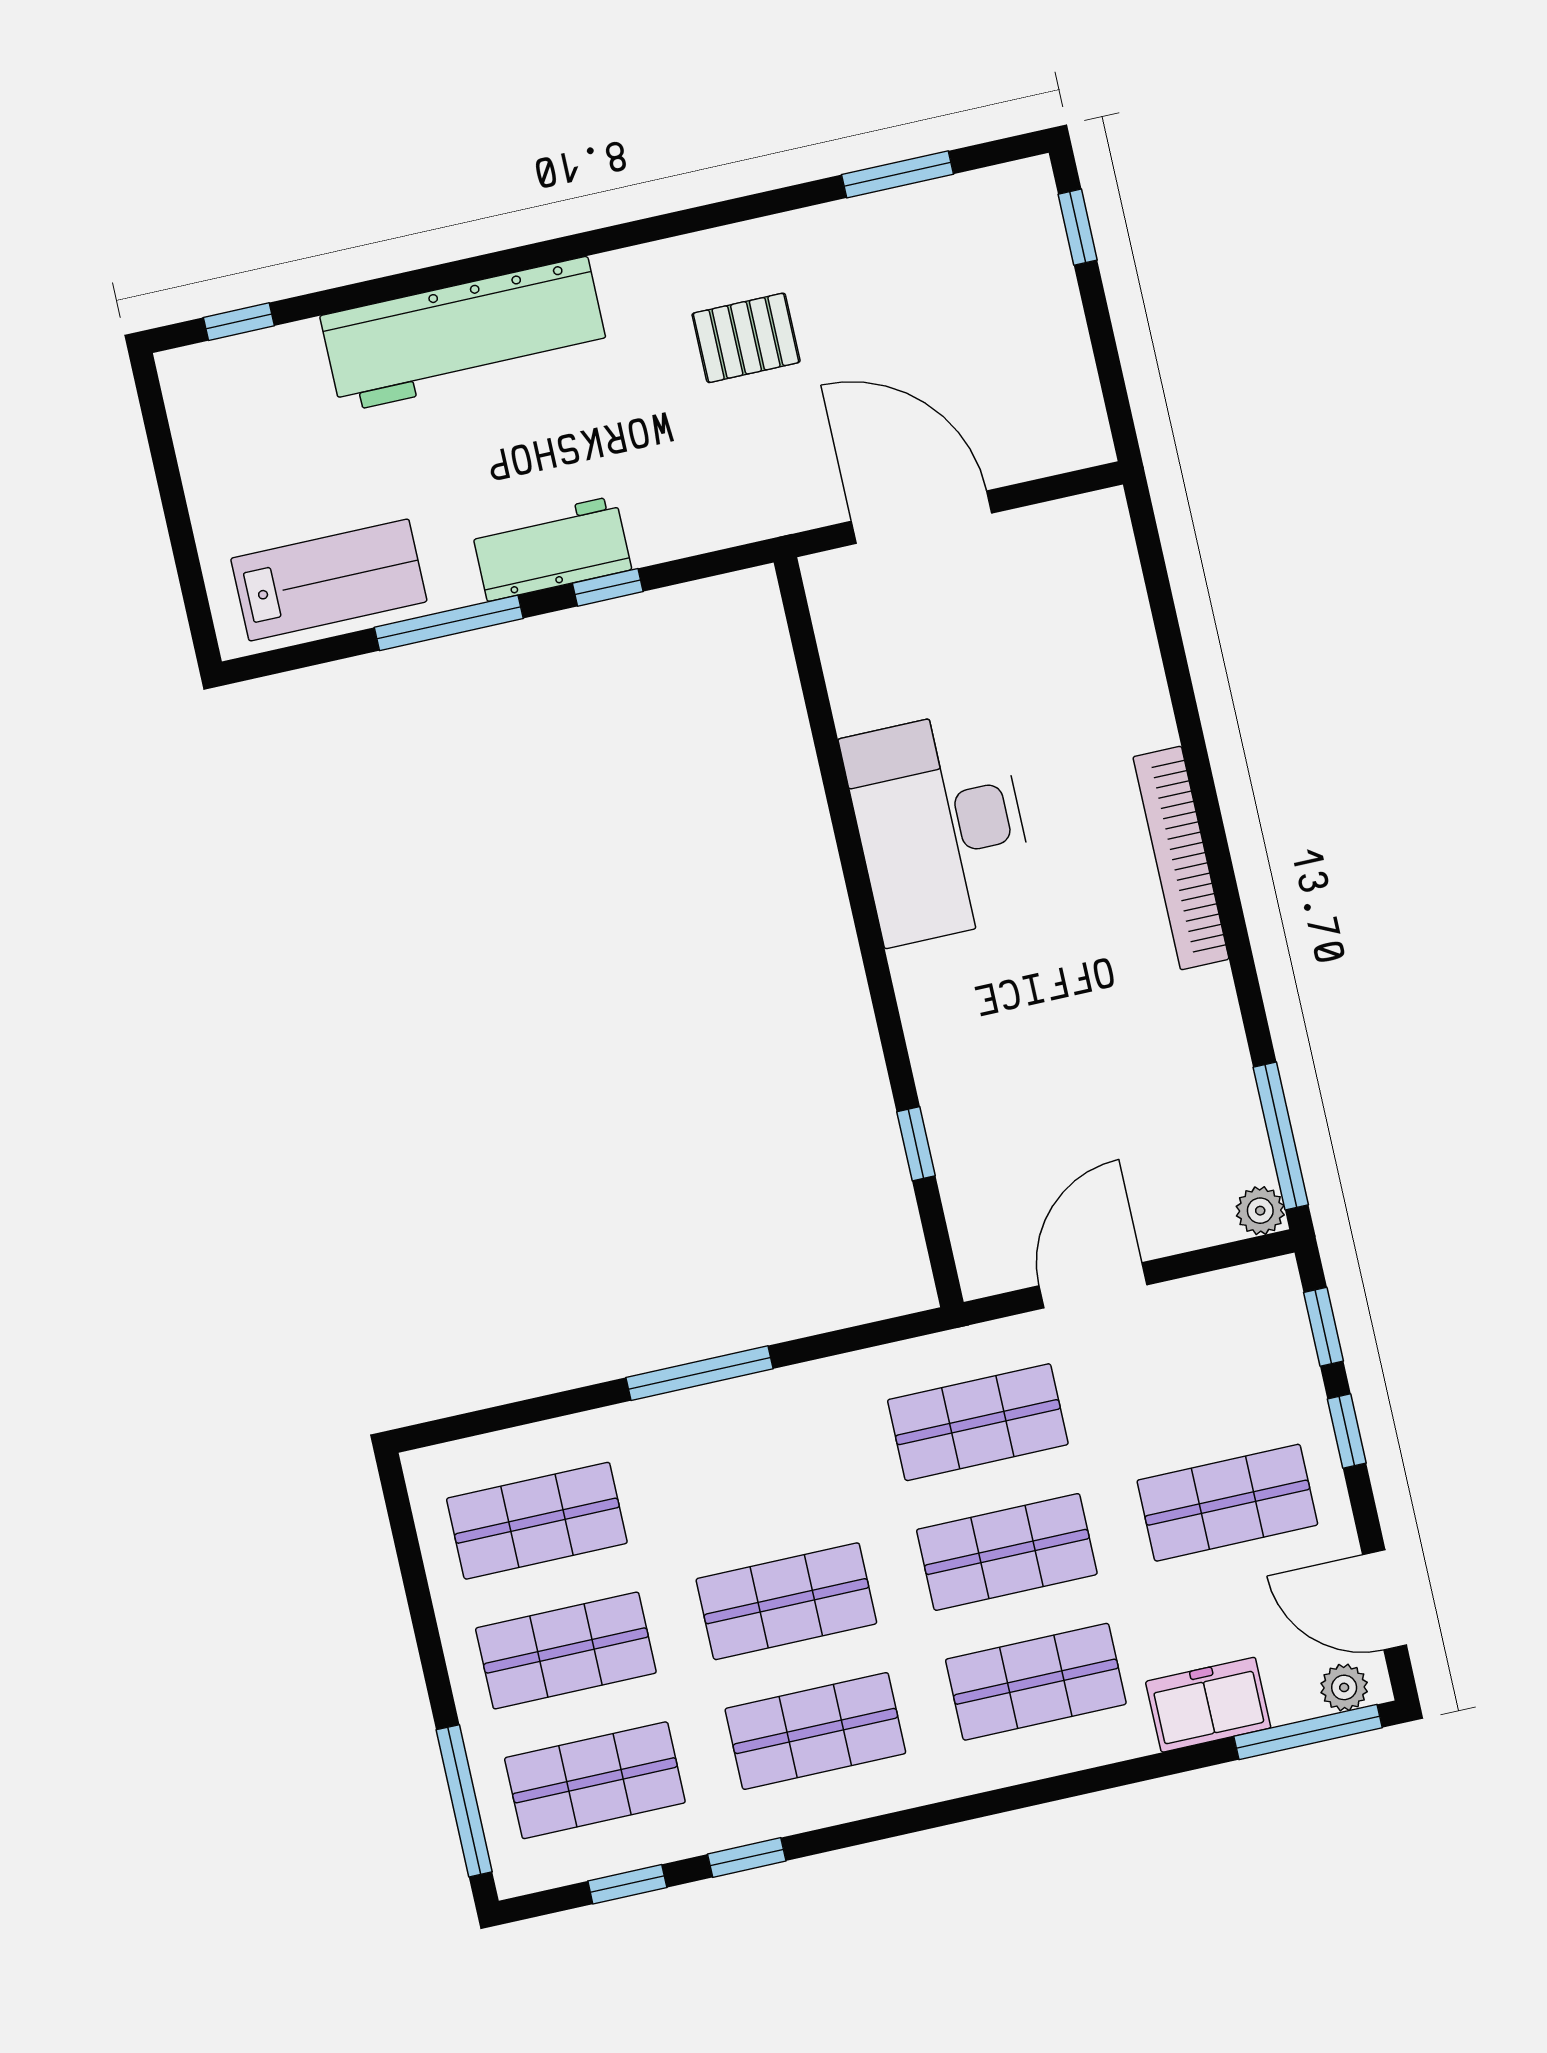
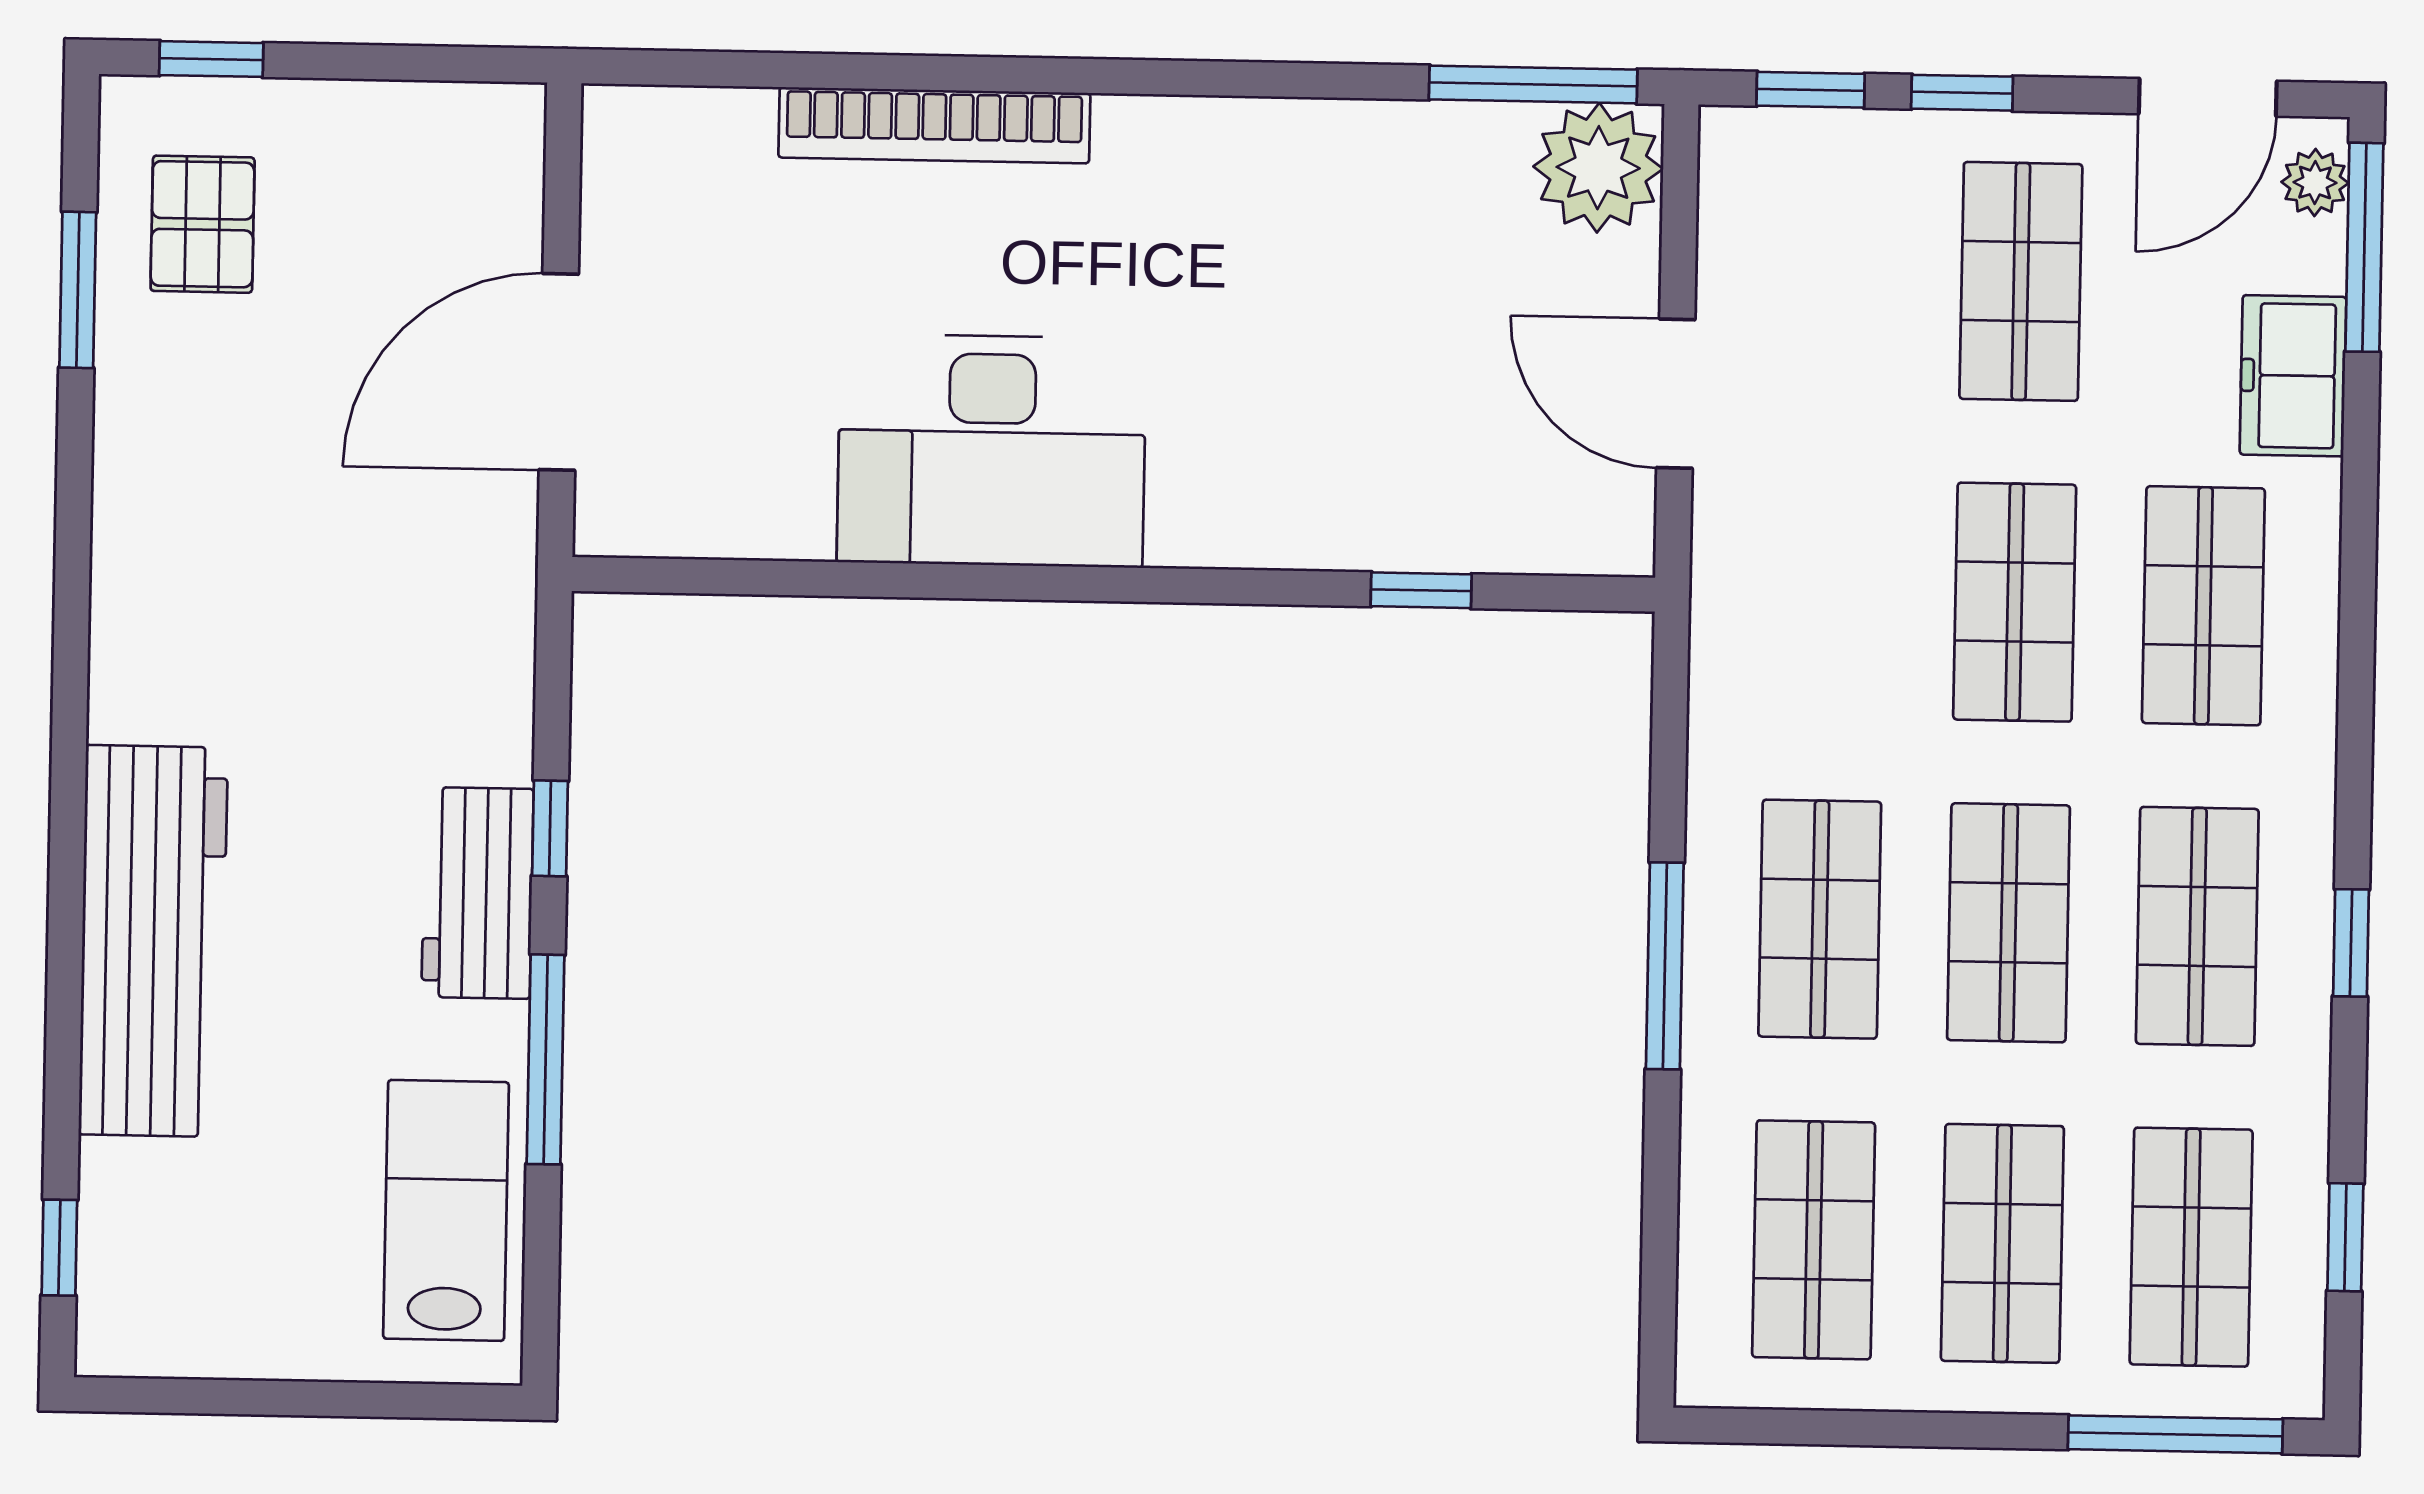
pallet: (746, 338) -> (203, 224), moved
bookcase: (1181, 858) -> (934, 125), moved
plant: (1260, 1211) -> (1598, 168), width x1.88, depth x1.88
shop shelf: (978, 1422) -> (1820, 919), moved
window: (747, 1858) -> (2351, 943), moved

